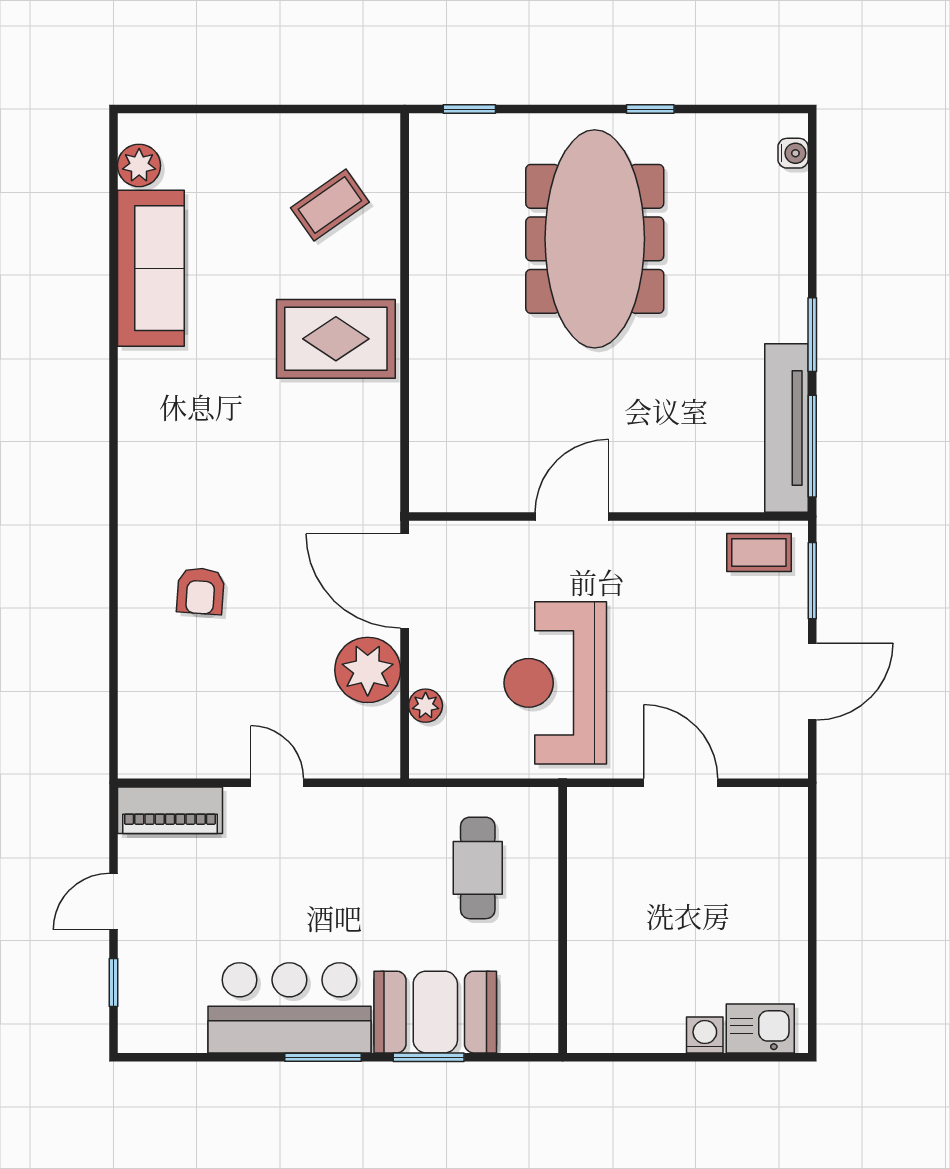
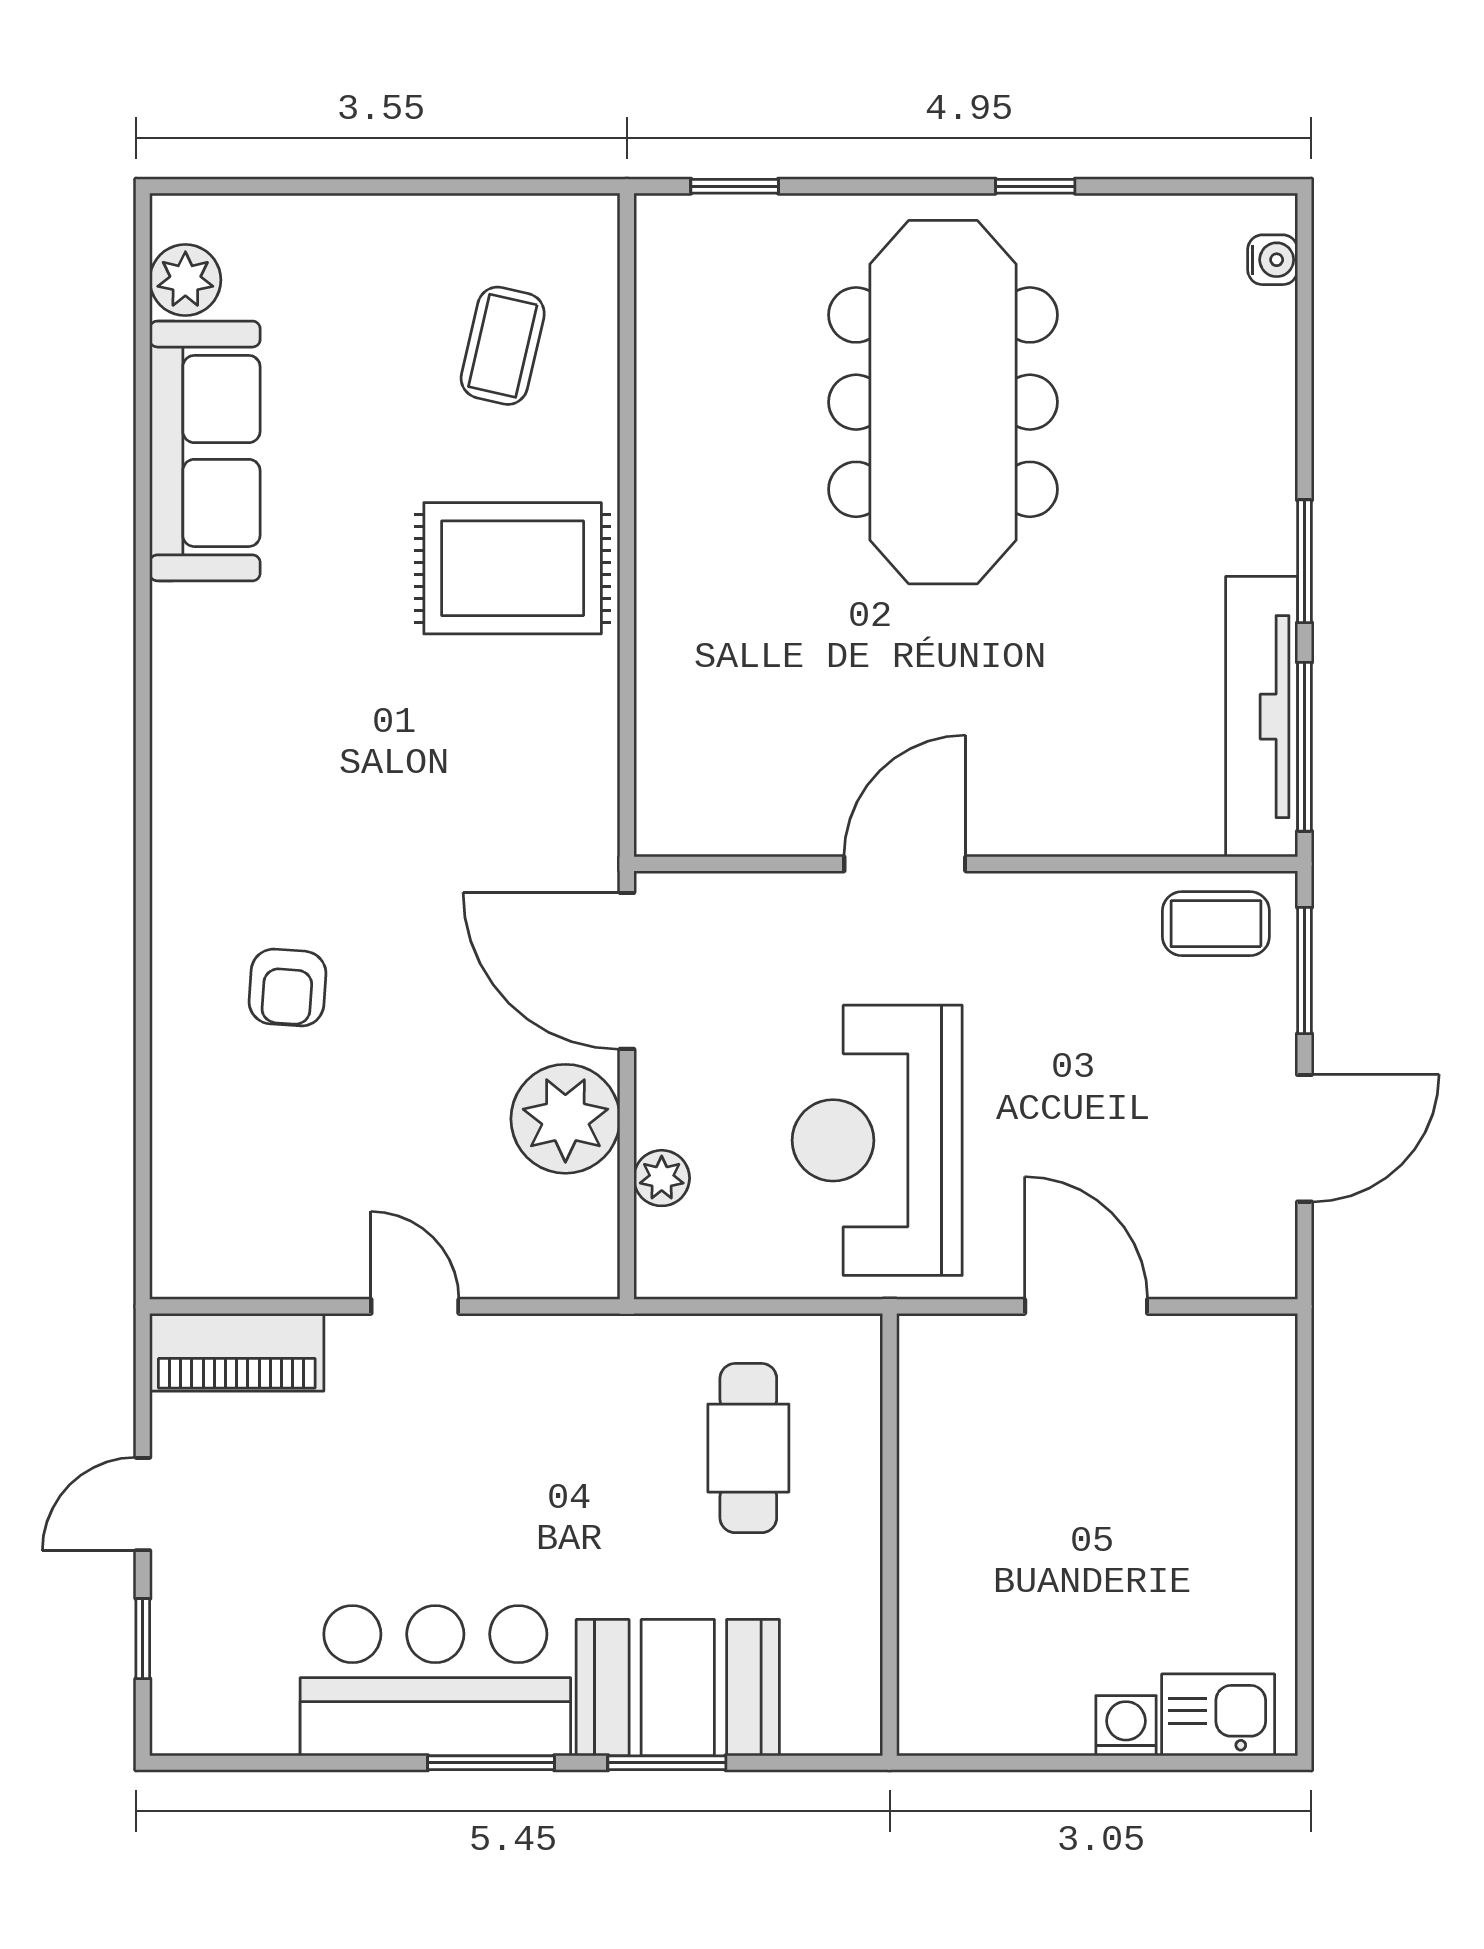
coffee table: (330, 205) -> (503, 346), turned -42

